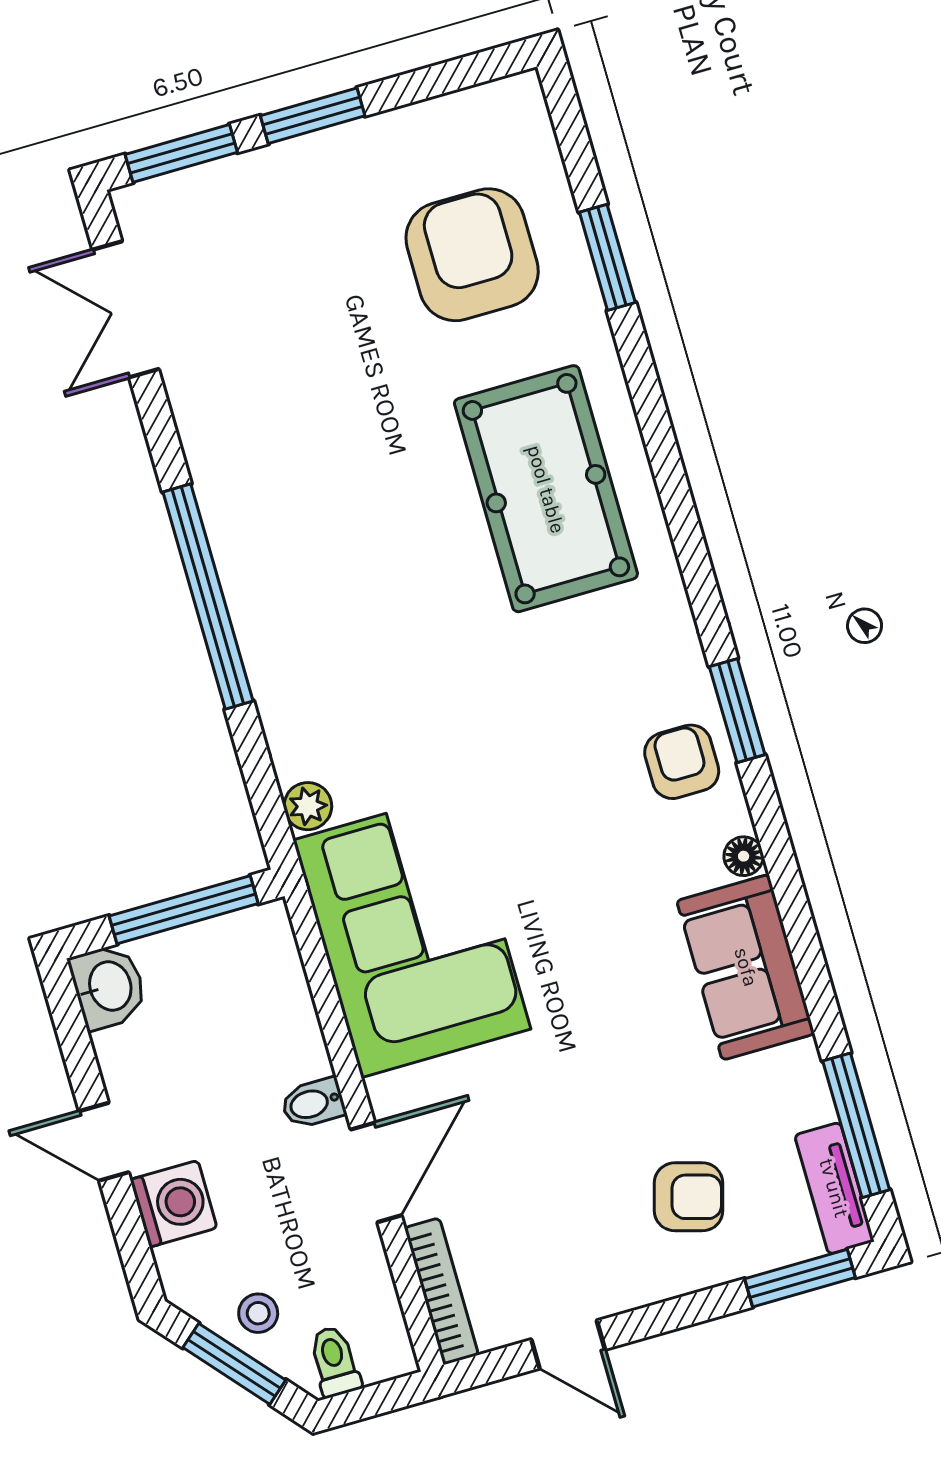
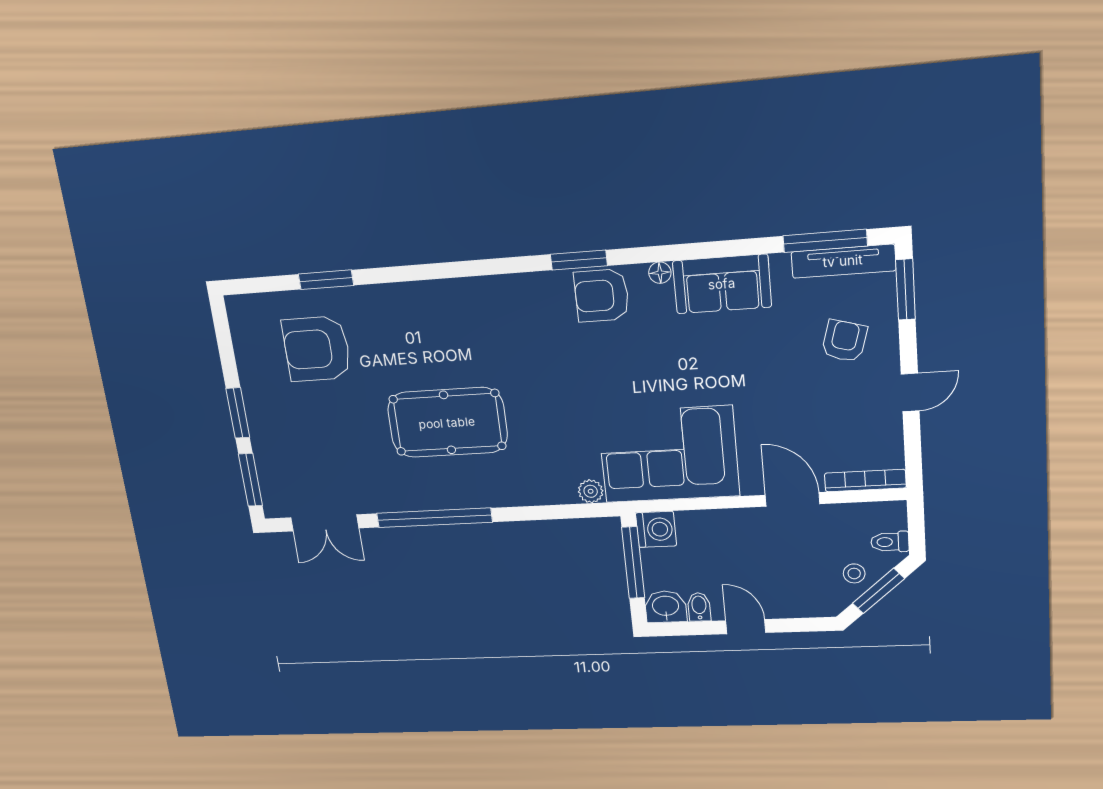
pool table: (546, 489) -> (447, 423), moved
window: (208, 597) -> (434, 518), moved
armchair: (682, 762) -> (602, 296), width x1.38, depth x1.38
bidet: (313, 1103) -> (699, 607), moved, turned 180
door: (104, 1142) -> (746, 627), swing flipped
tv unit: (834, 1188) -> (843, 261), width x1.41
washing machine: (174, 1204) -> (656, 529), moved, turned 90
door: (568, 1345) -> (910, 392), moved

